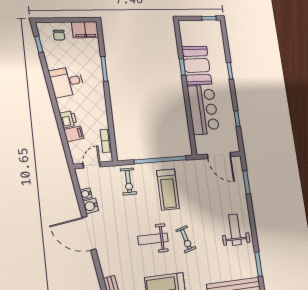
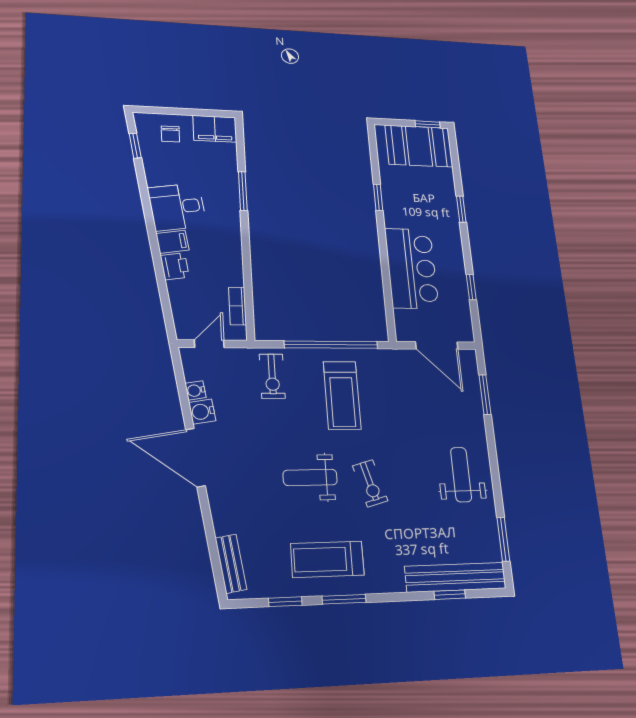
booth: (197, 65) -> (419, 146), moved, turned 90
filing cabinet: (74, 134) -> (172, 242), moved

